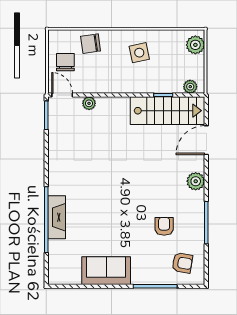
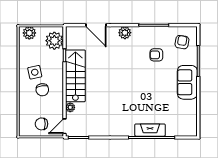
chair: (91, 44) -> (42, 90), moved
plant: (190, 87) -> (54, 41), width x1.88, depth x1.88
stairs: (167, 111) -> (75, 76), moved
sofa: (106, 271) -> (187, 82), moved

